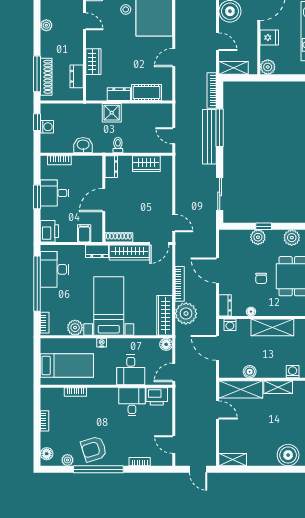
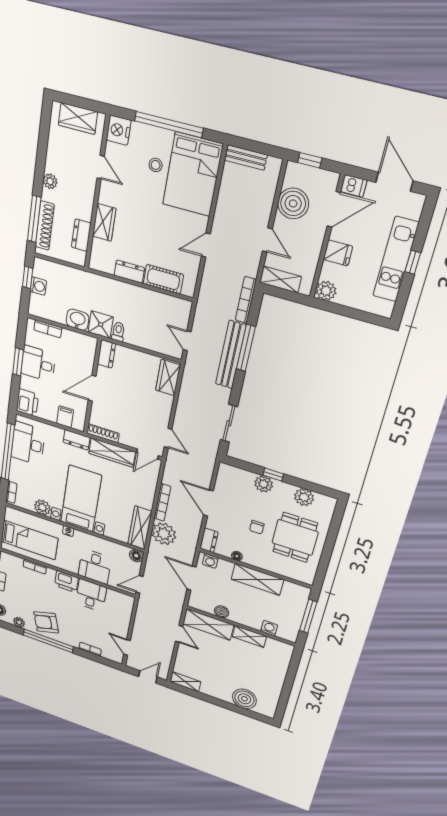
plant: (46, 25) -> (50, 181), moved
shower: (112, 113) -> (101, 325), moved
wardrobe: (146, 164) -> (168, 378), moved, turned 90
printer: (157, 396) -> (66, 582), moved
door: (198, 469) -> (148, 677), swing flipped

